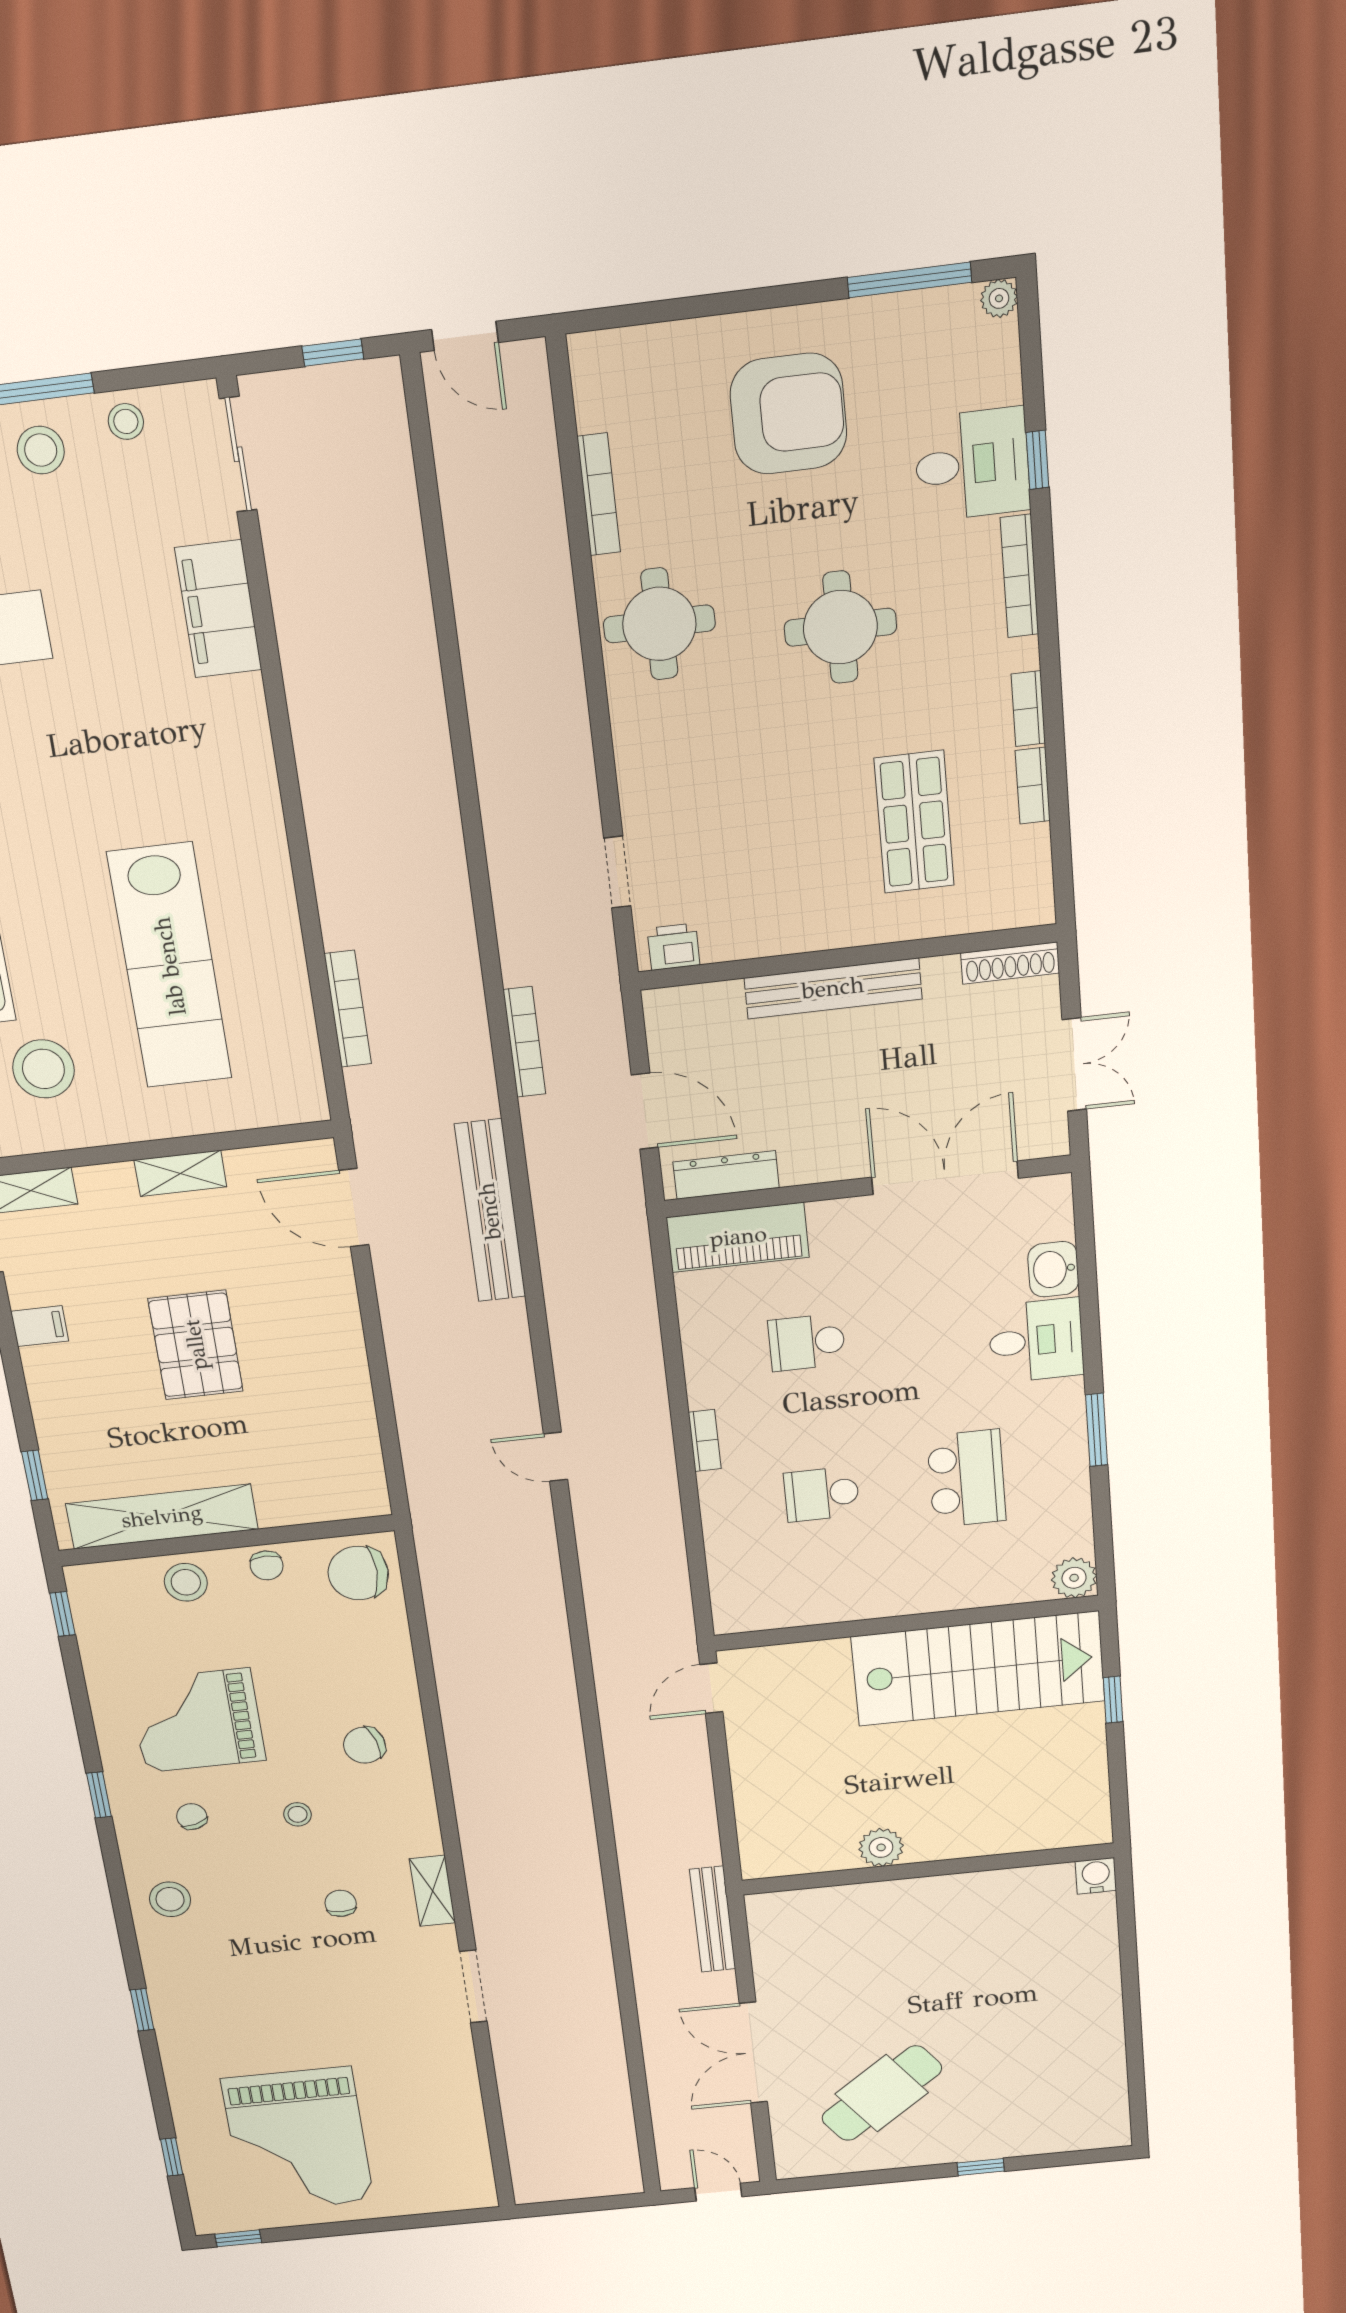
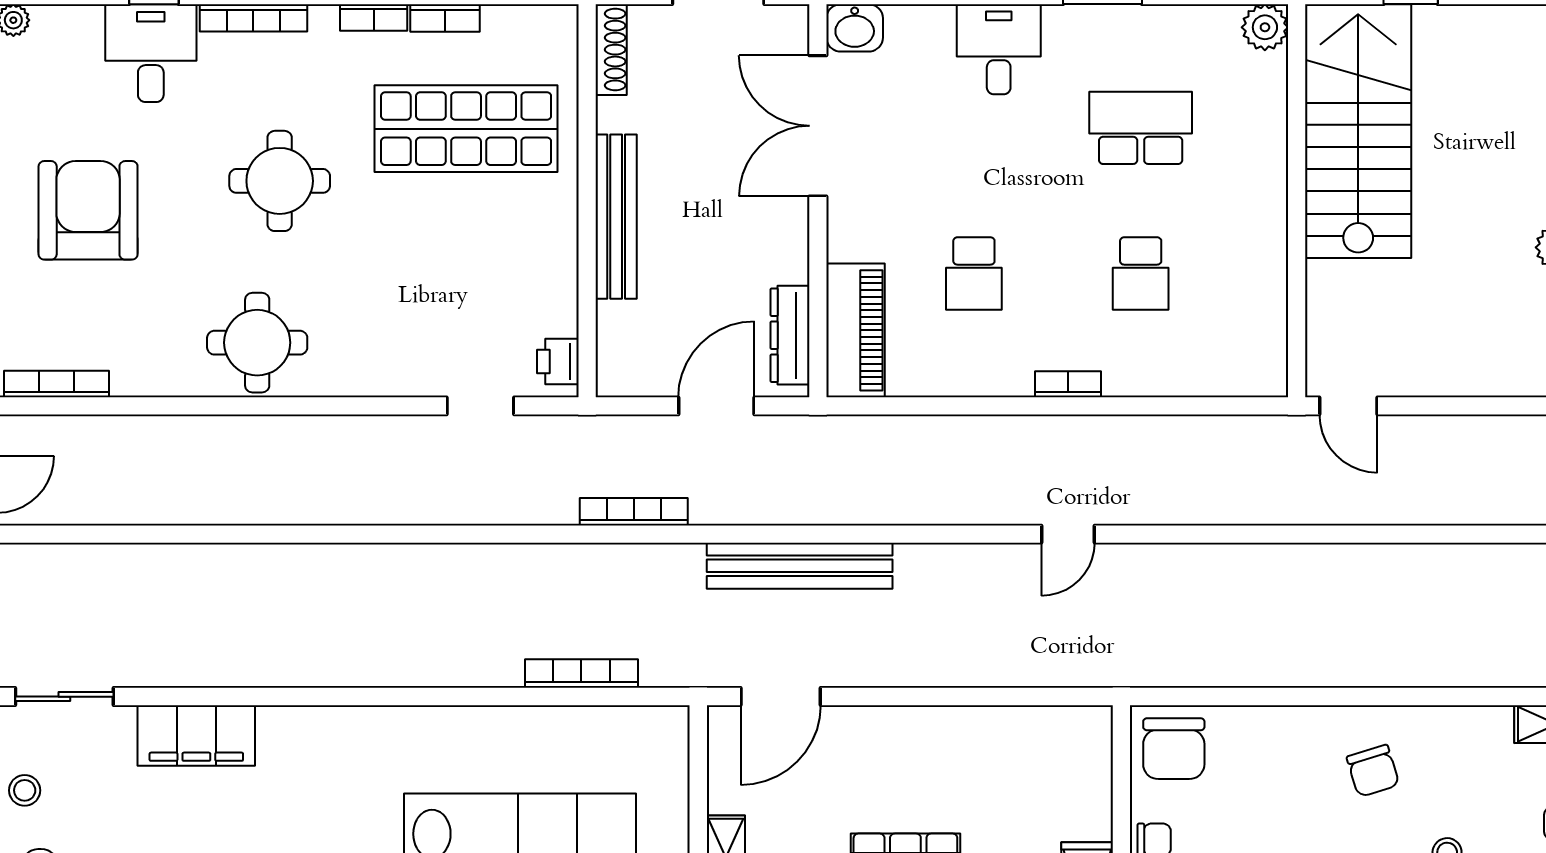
bookcase: (599, 494) -> (56, 384), moved
shop shelf: (914, 822) -> (466, 129), width x1.43, depth x1.36
washbasin: (1053, 1269) -> (855, 28), moved

